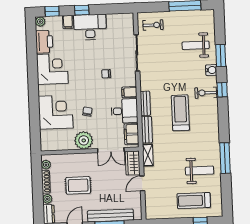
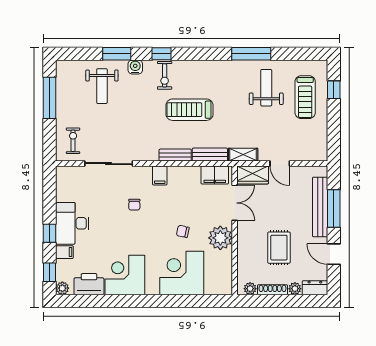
desk: (124, 111) -> (184, 183), removed

